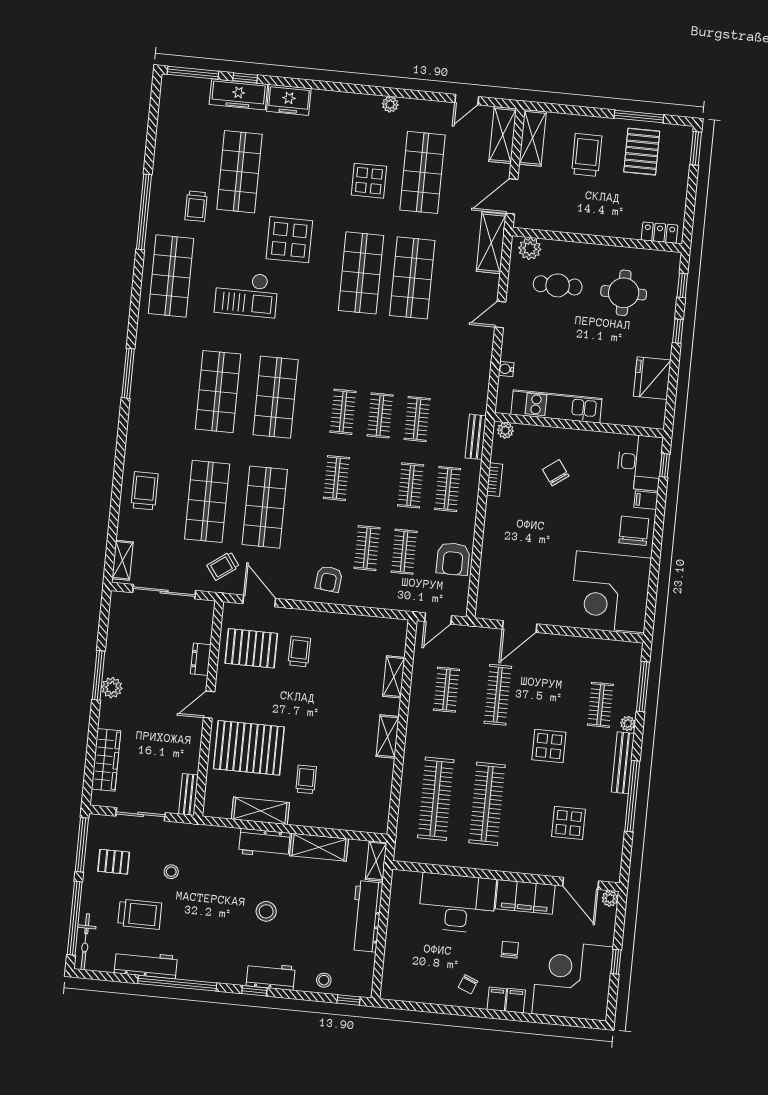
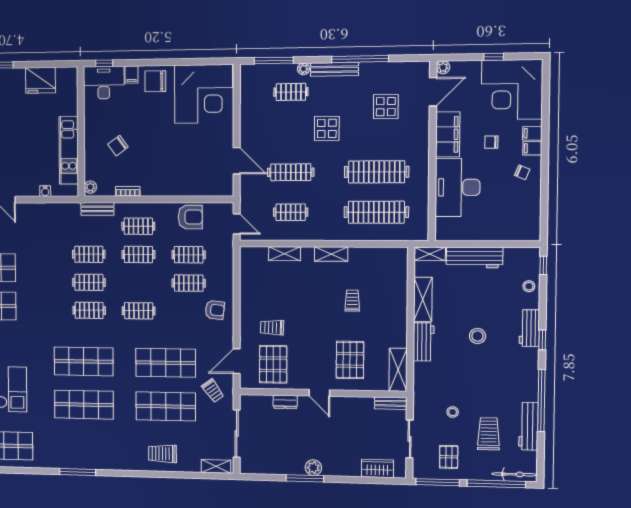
pallet: (249, 748) -> (350, 360), width x0.73, depth x0.71
wardrobe: (106, 760) -> (377, 468), width x0.67
trolley: (306, 779) -> (352, 301), moved, turned 90
shelving: (260, 811) -> (398, 370), moved

